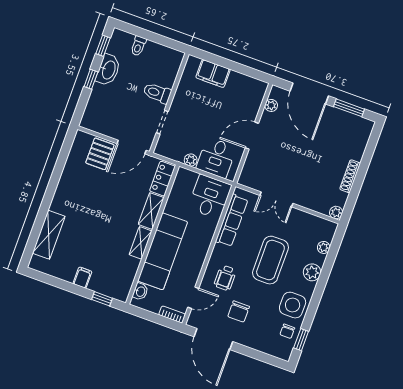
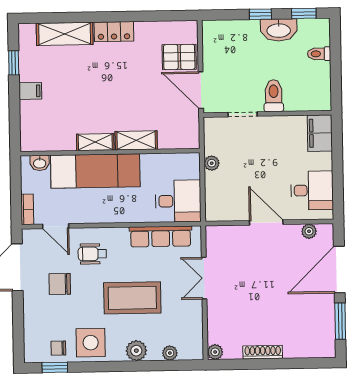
filing cabinet: (213, 74) -> (320, 133), moved
desk: (216, 158) -> (312, 190), moved, turned 180
locker: (162, 179) -> (114, 32), moved, turned 180
window: (102, 299) -> (14, 63), moved

